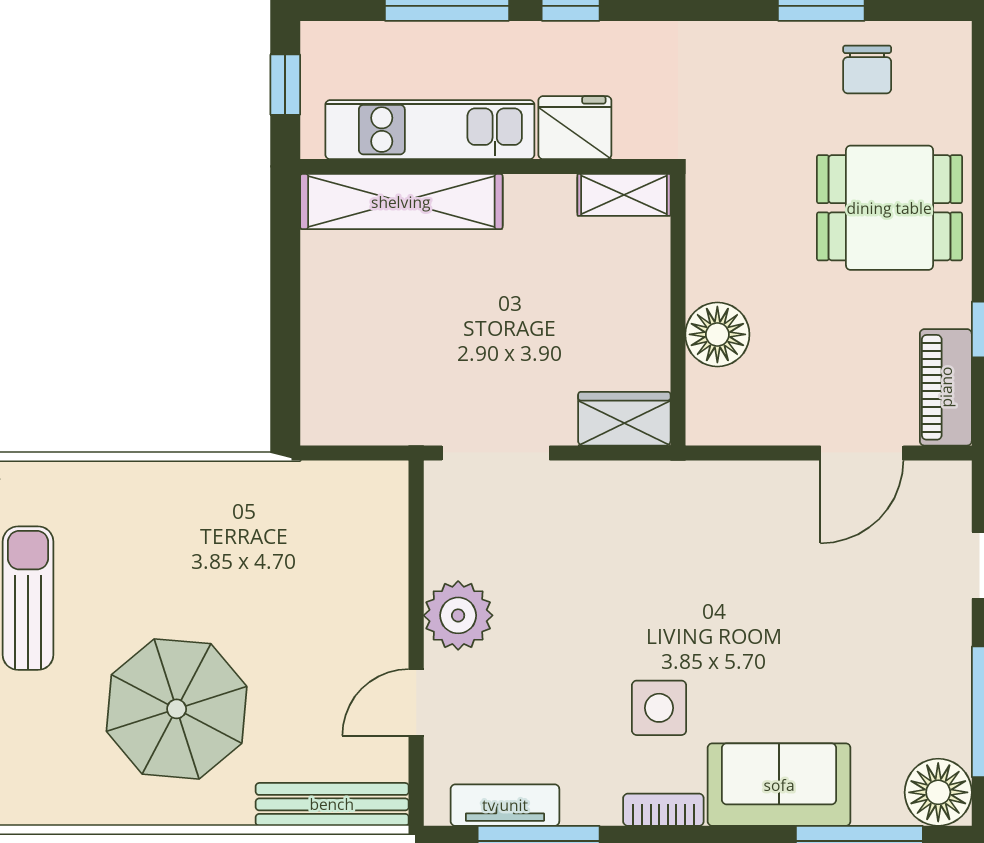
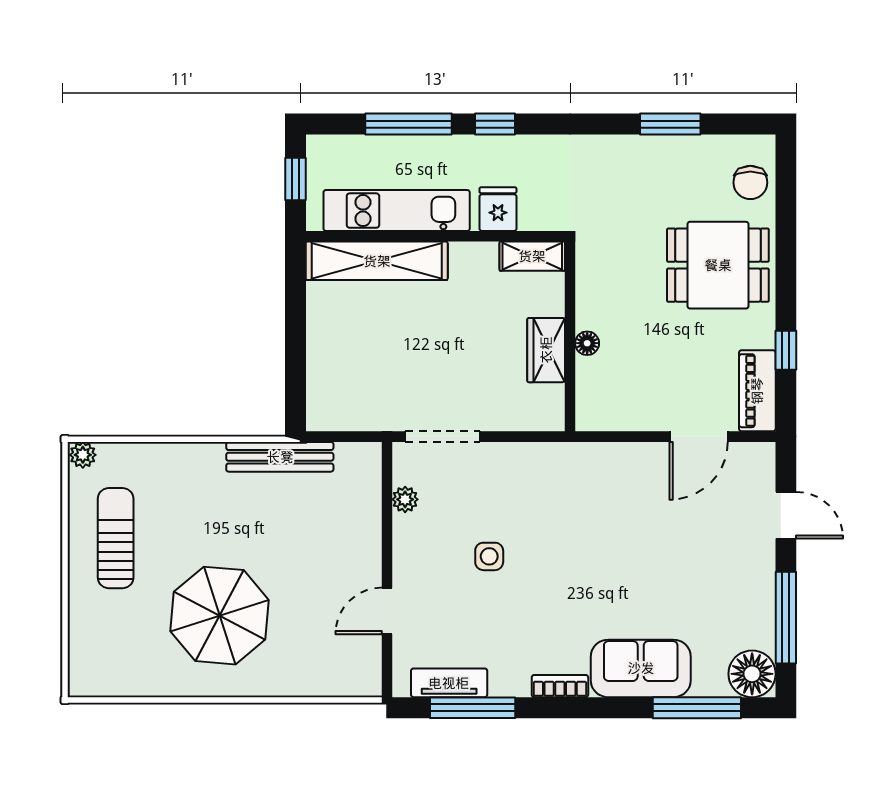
chair: (867, 69) -> (750, 182), moved
fridge: (575, 128) -> (498, 209), width x0.72
floor lamp: (717, 334) -> (587, 343), width x0.53, depth x0.53
wardrobe: (624, 419) -> (546, 350), moved, turned -90
plant: (458, 615) -> (405, 499), moved, width x0.53, depth x0.53
side table: (659, 708) -> (489, 556), moved, width x0.73, depth x0.73
bench: (332, 804) -> (280, 457), moved

